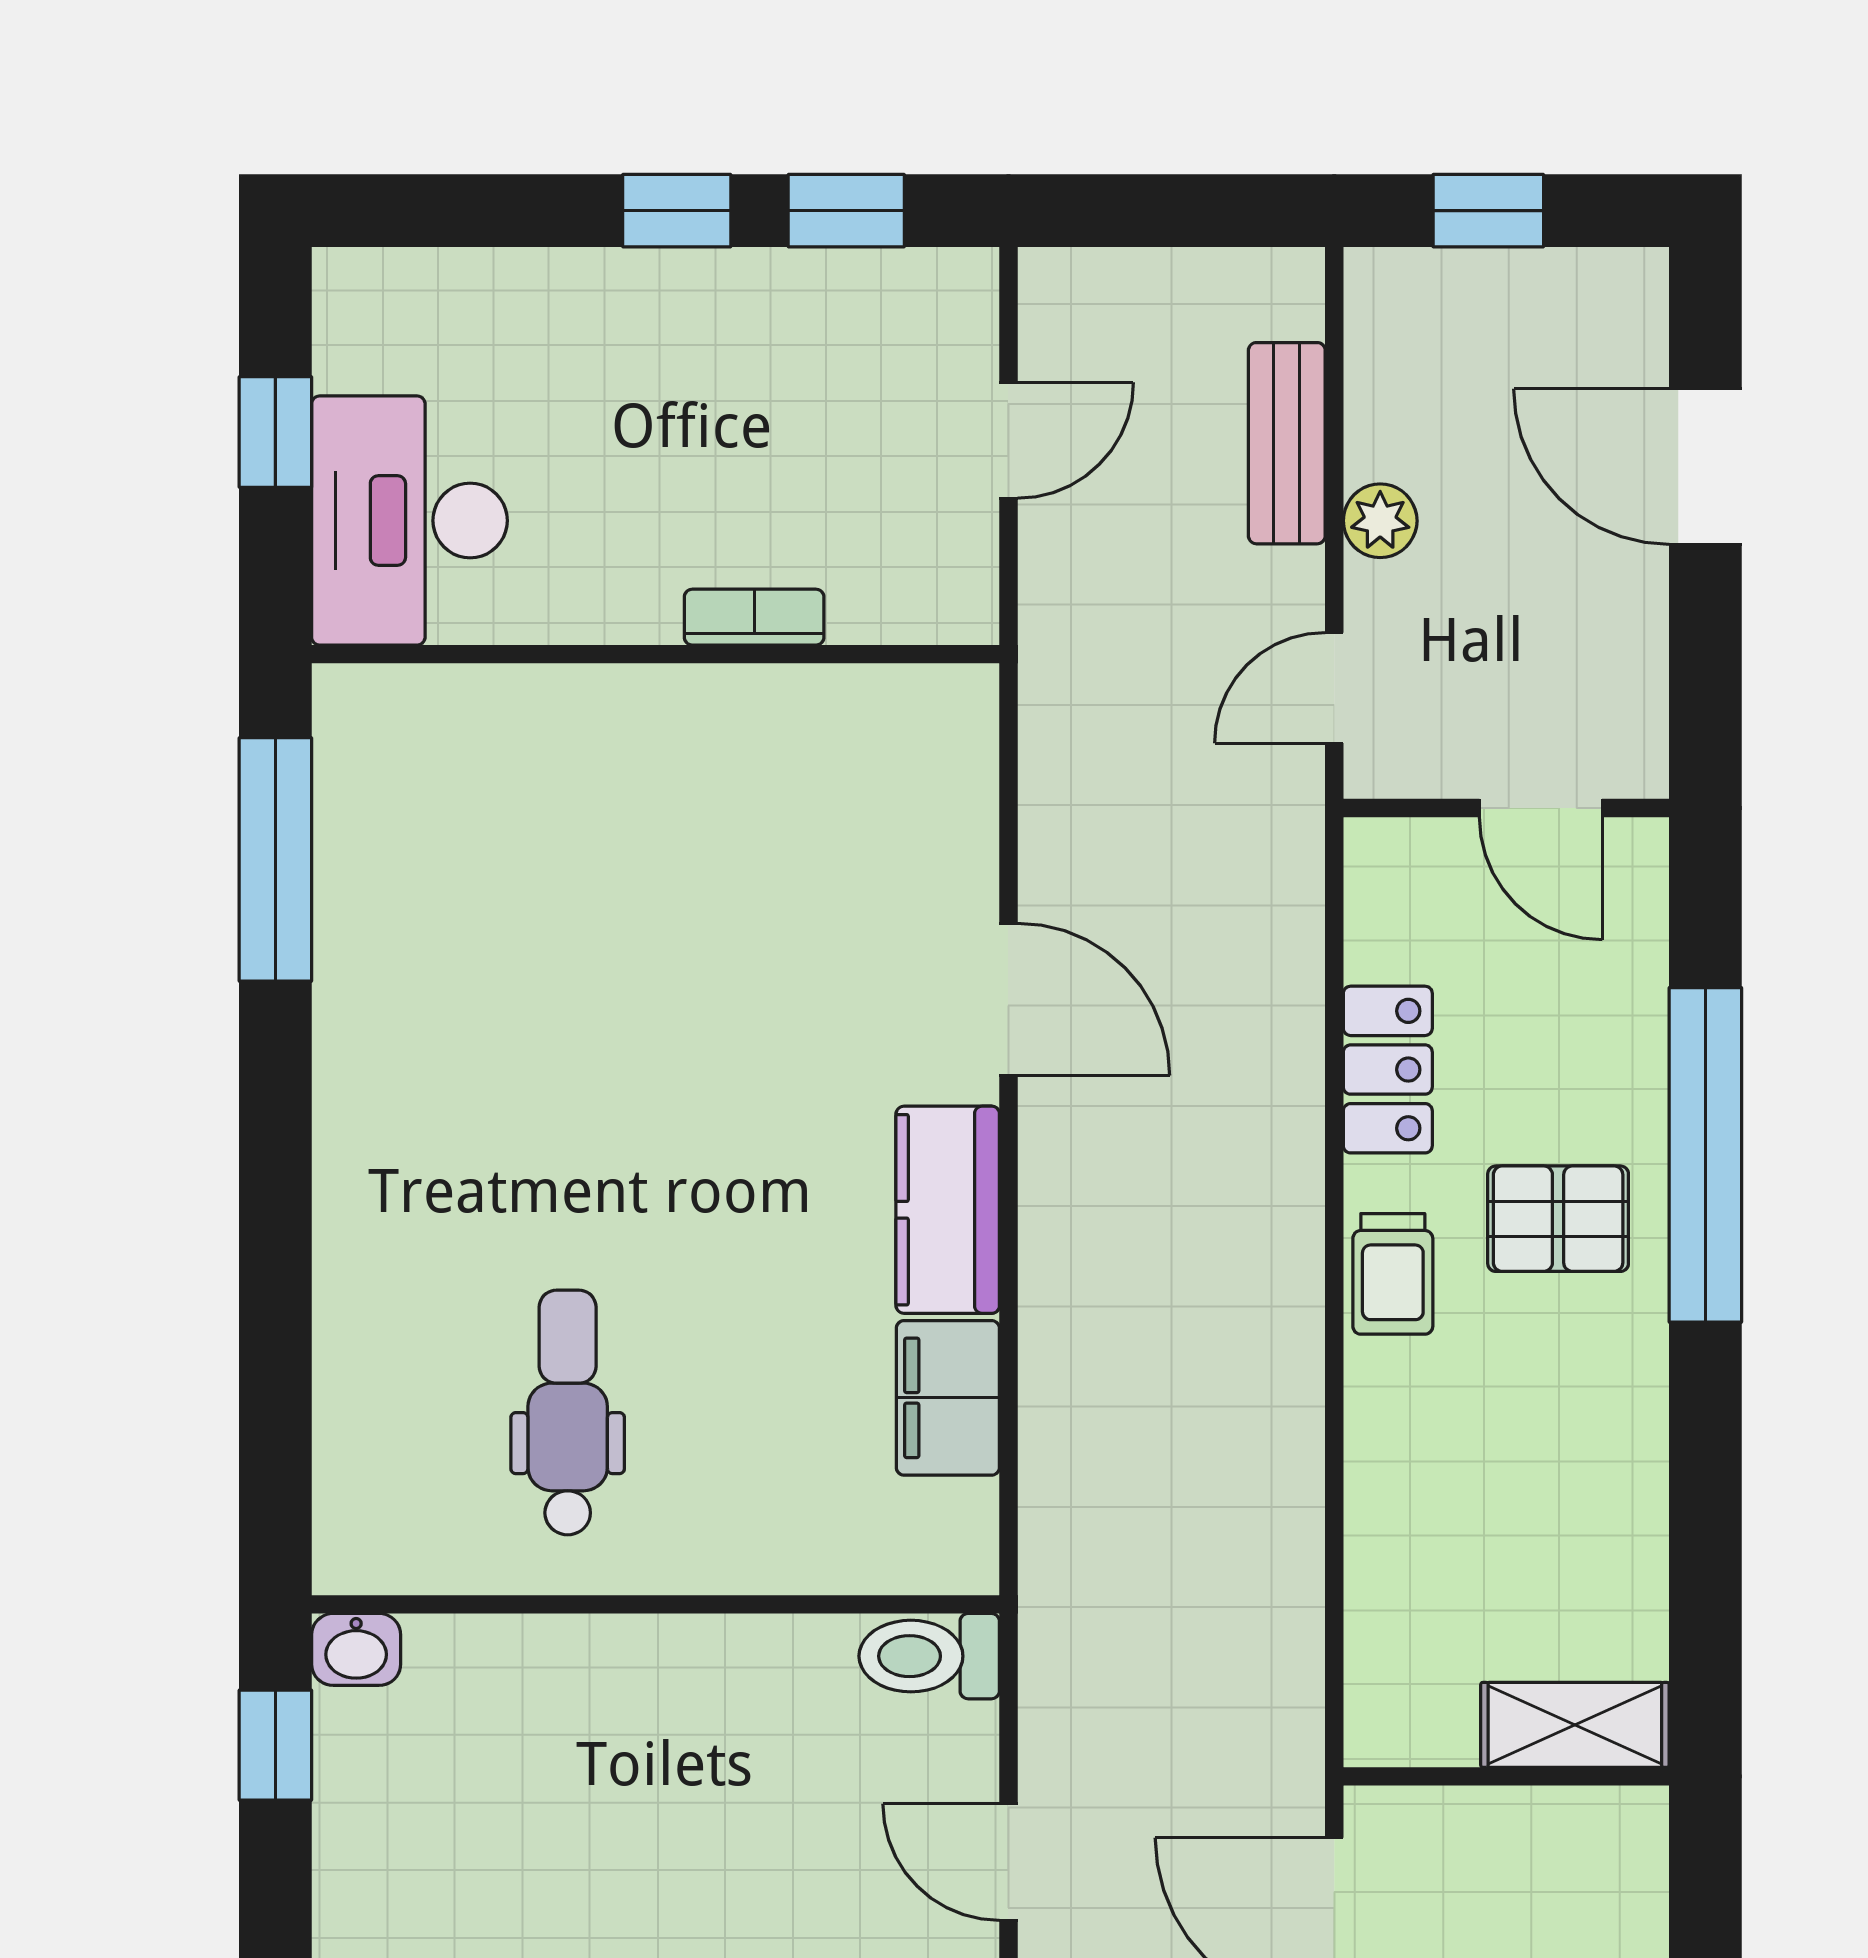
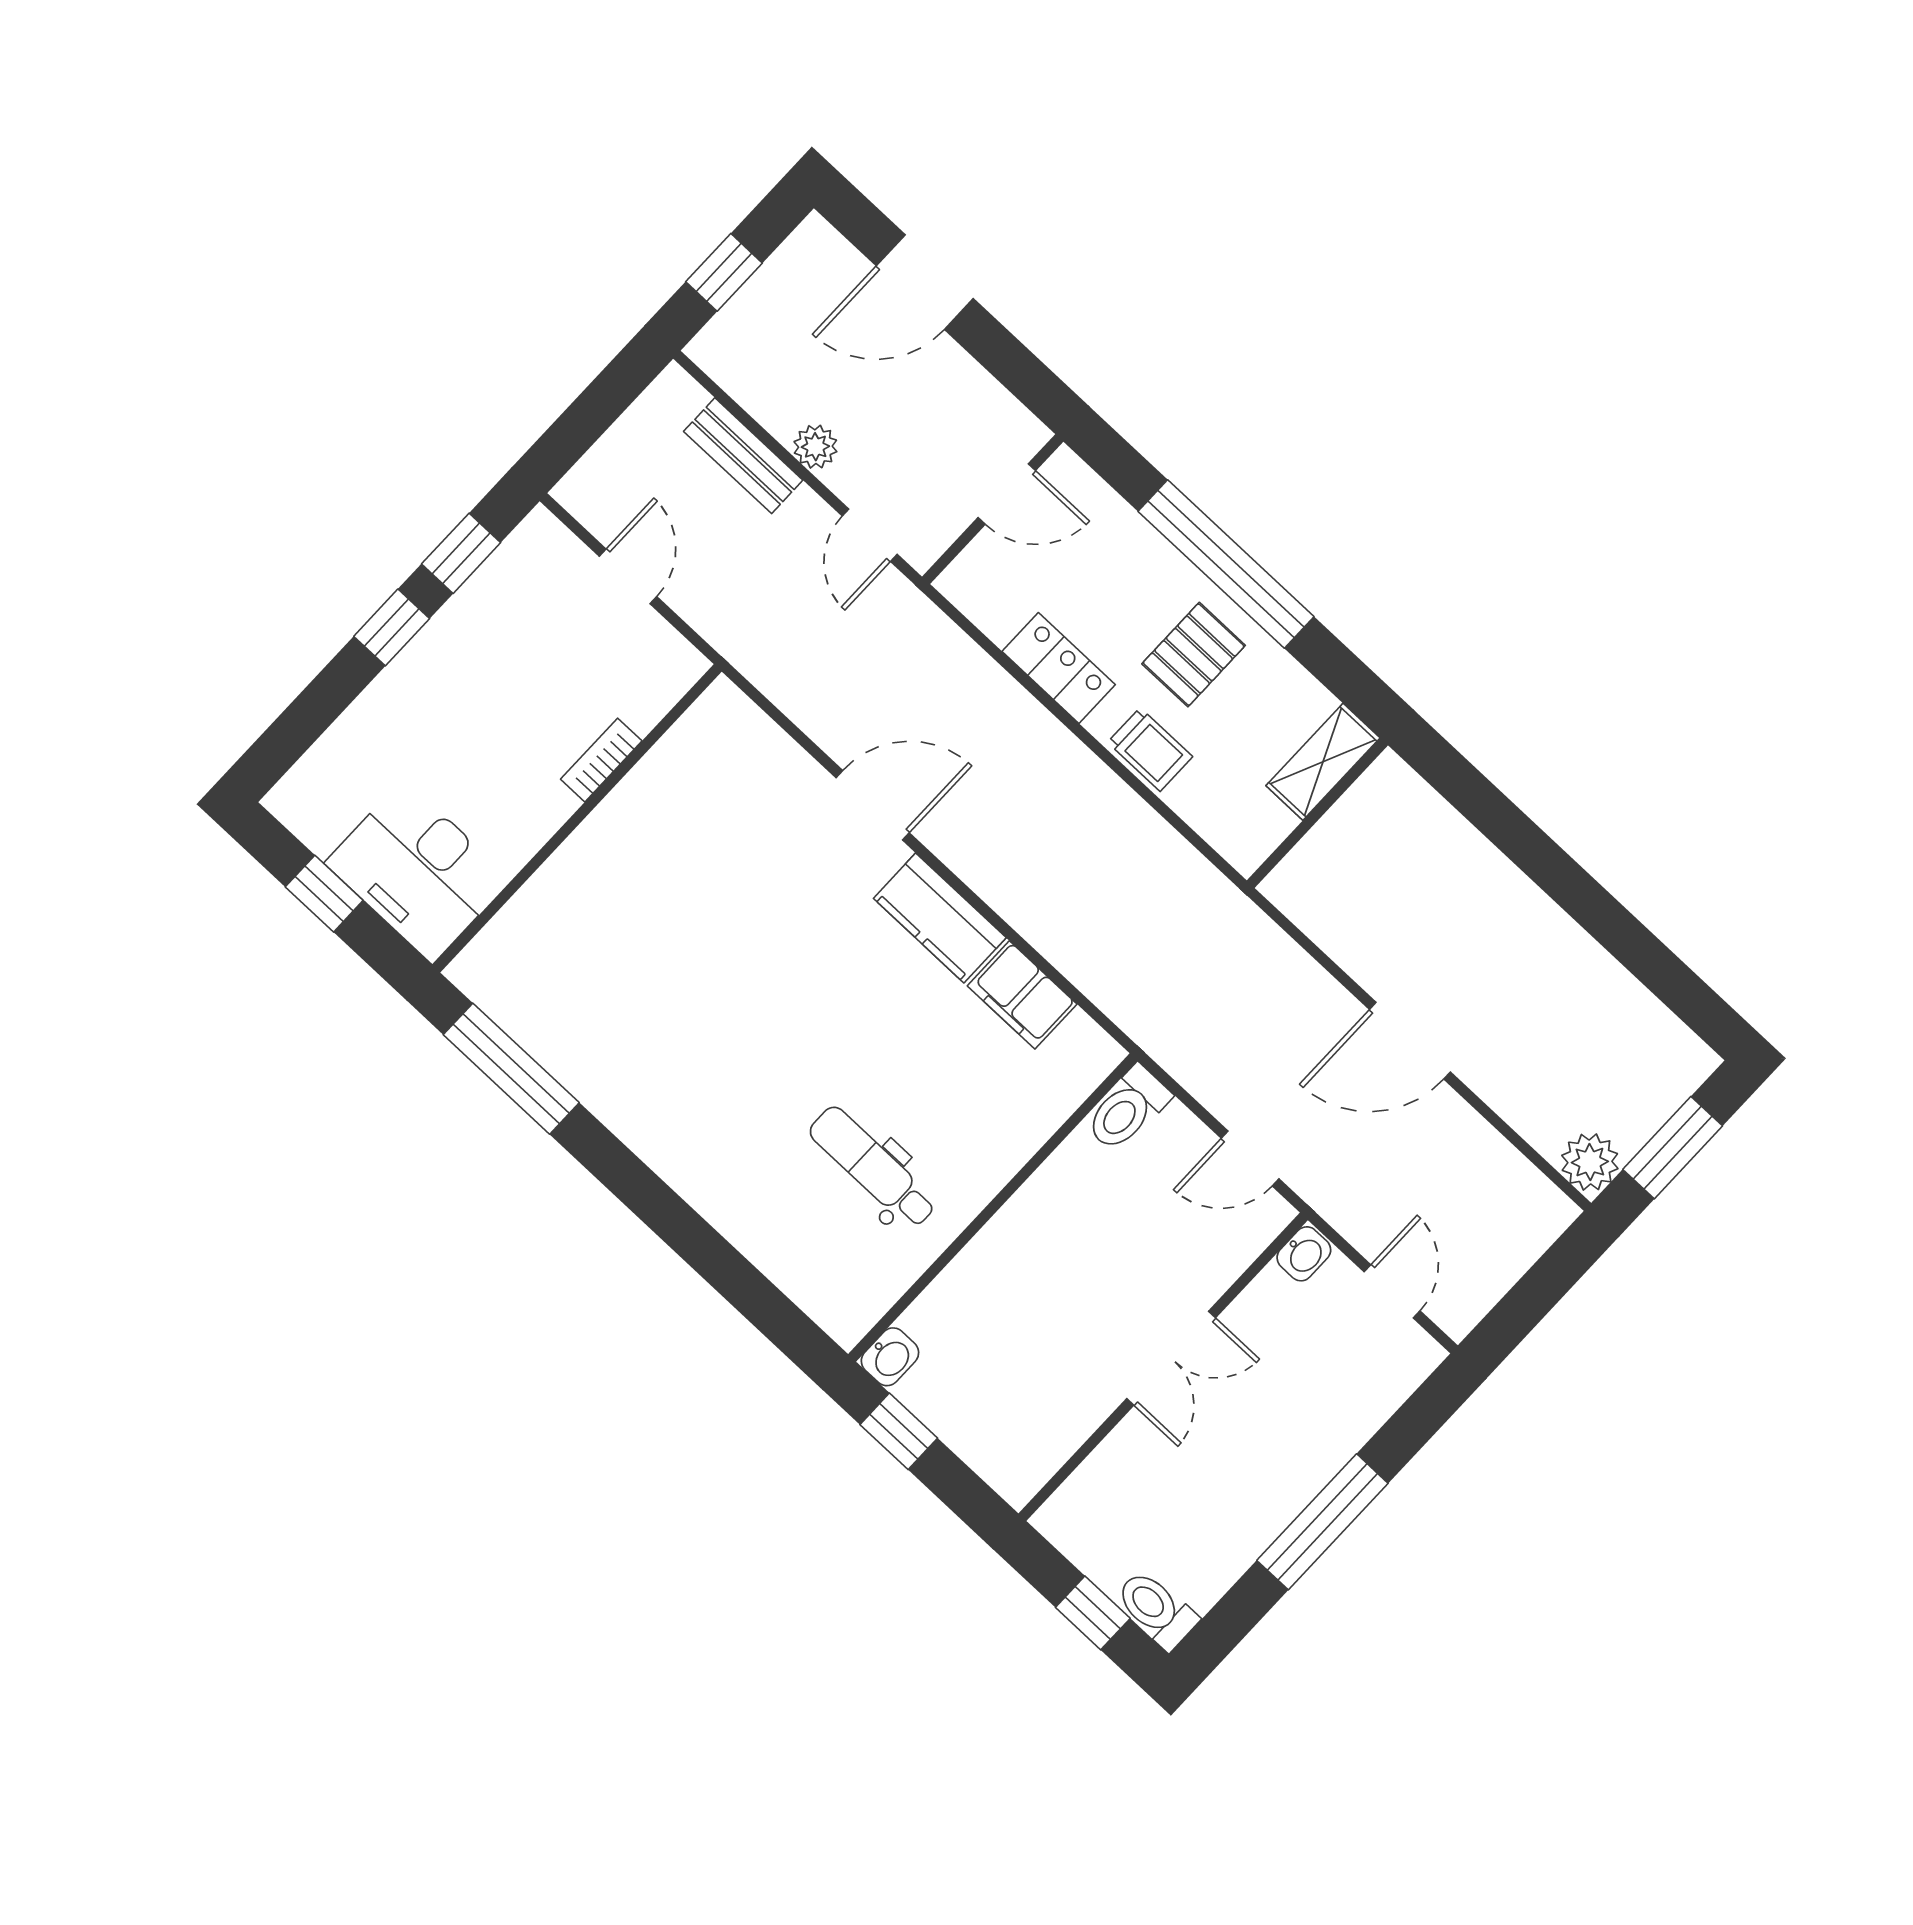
shelving: (1575, 1725) -> (1323, 762), moved
wall: (1506, 1776) -> (1317, 813), moved

